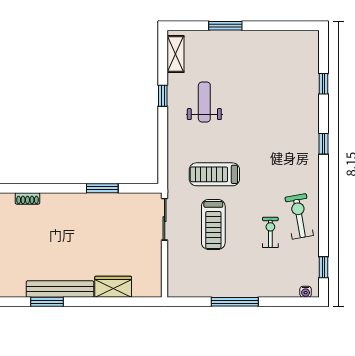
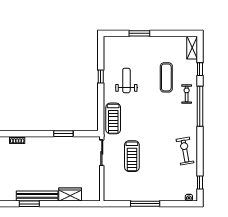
shelving: (176, 54) -> (192, 48), moved
exercise mat: (269, 97) -> (166, 77), added
window: (323, 144) -> (200, 106), width x3.17
treadmill: (214, 174) -> (113, 118), moved, turned -90
exercise bike: (270, 232) -> (187, 94), moved

